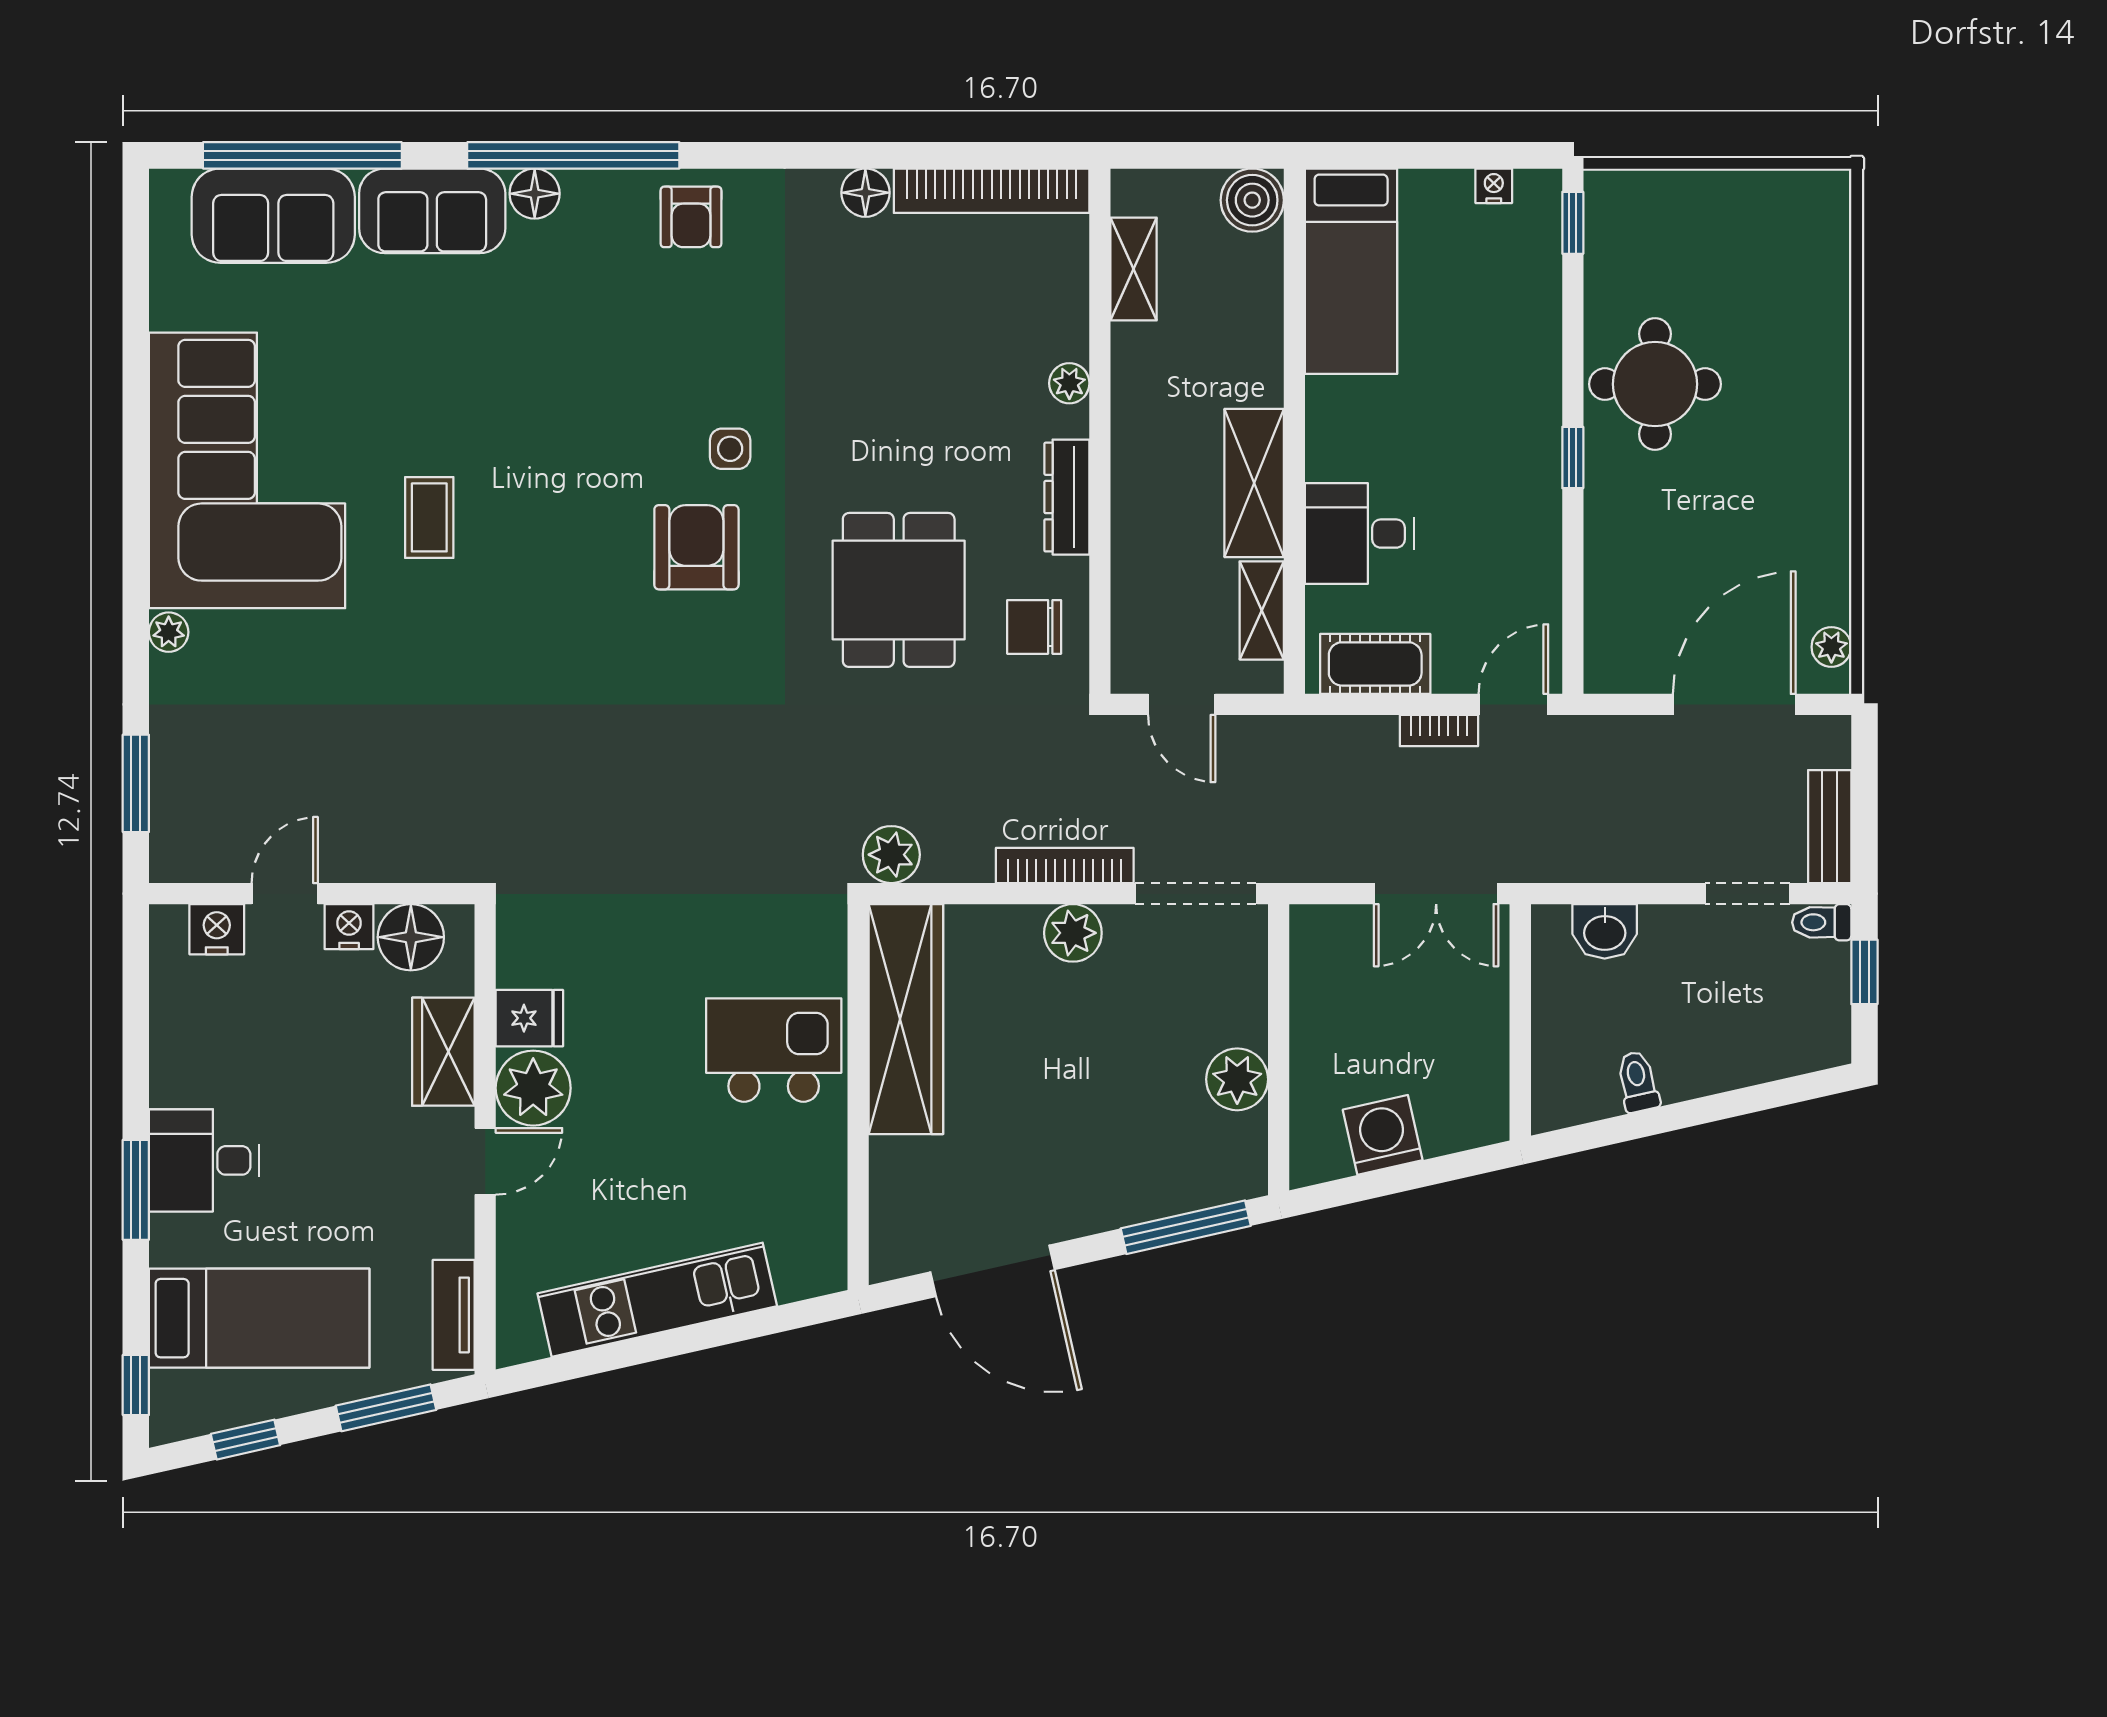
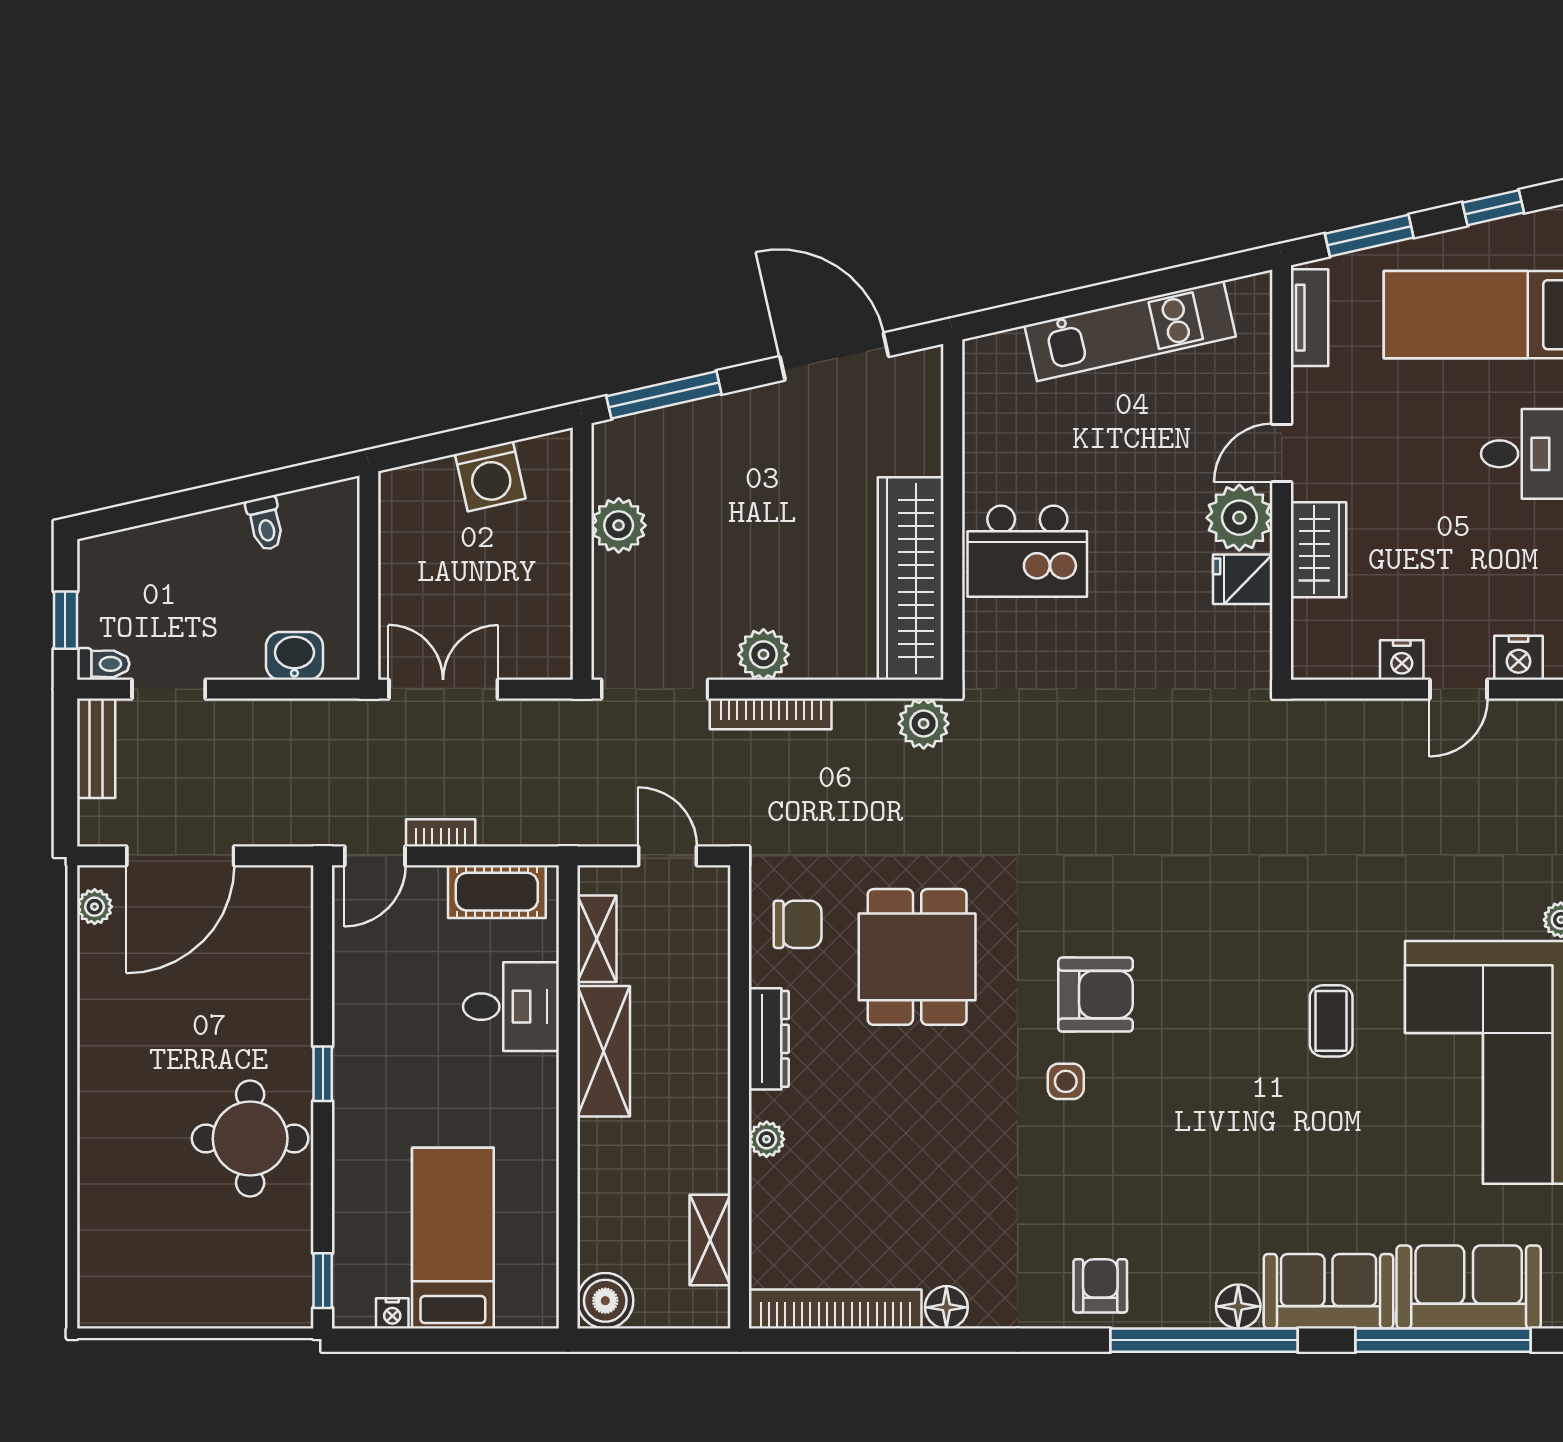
bed: (1351, 271) -> (453, 1238), moved
armchair: (696, 547) -> (1095, 995), turned -90
floor lamp: (411, 937) -> (1347, 651), removed

